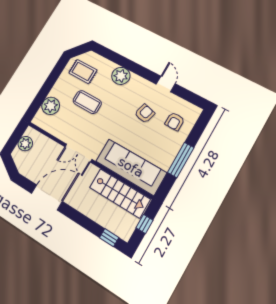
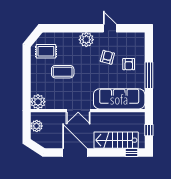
plant: (121, 76) -> (86, 40), moved
plant: (51, 106) -> (38, 102), moved
armchair: (175, 121) -> (129, 64), moved
stairs: (120, 193) -> (116, 140), moved, turned 180
door: (47, 197) -> (75, 152), hinge flipped

